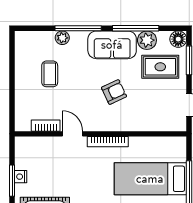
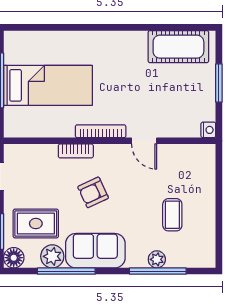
window: (78, 28) -> (158, 271), moved
bookcase: (46, 126) -> (76, 151), moved
nightstand: (21, 177) -> (208, 130), moved

